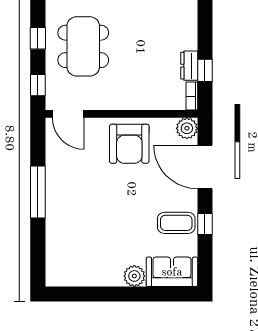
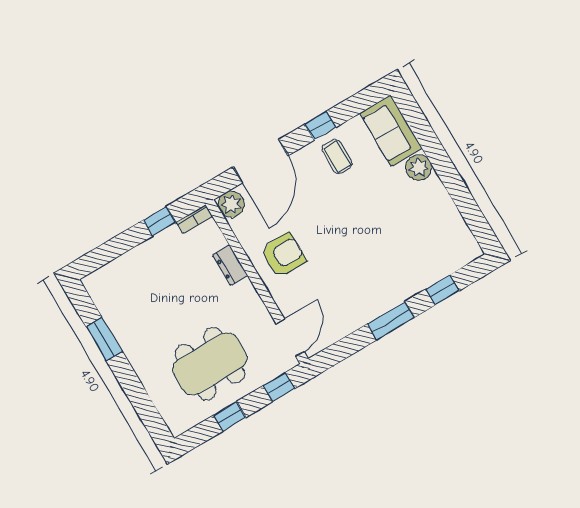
dresser: (189, 66) -> (230, 265), moved, turned 90
armchair: (129, 144) -> (283, 255), width x0.73, depth x0.73
window: (38, 192) -> (391, 321), width x0.69
coffee table: (176, 223) -> (337, 157), width x0.73, depth x0.77
window: (38, 241) -> (442, 290), added

